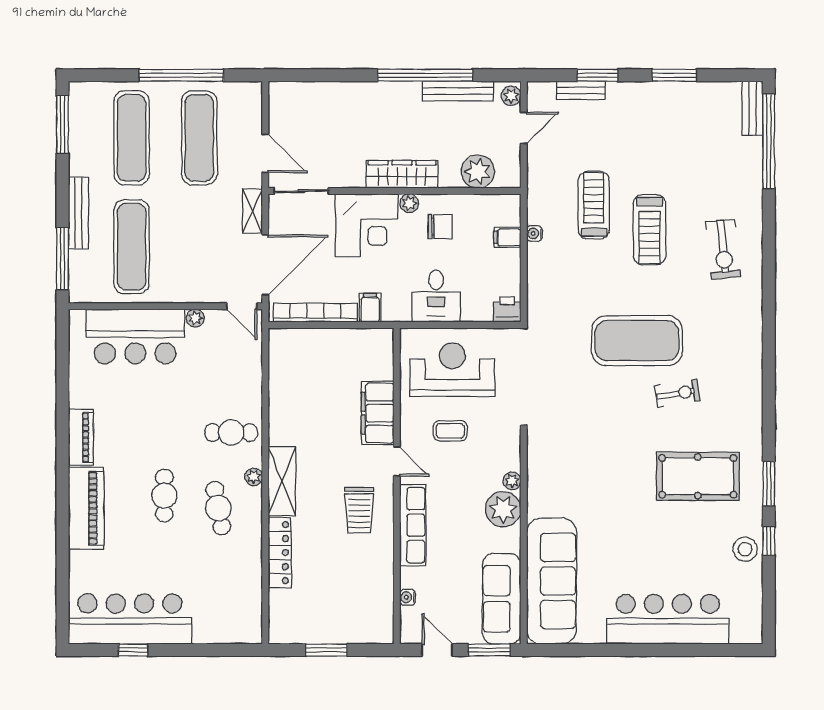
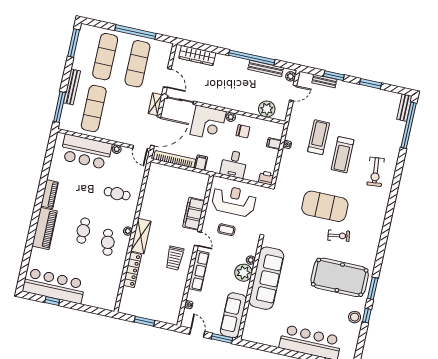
wardrobe: (402, 174) -> (197, 55), moved, turned 180
cafe table: (231, 432) -> (117, 194), moved
pool table: (698, 476) -> (340, 277), width x1.36, depth x1.32
sofa: (552, 581) -> (266, 278), moved

